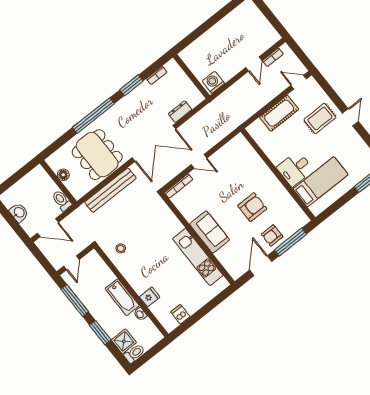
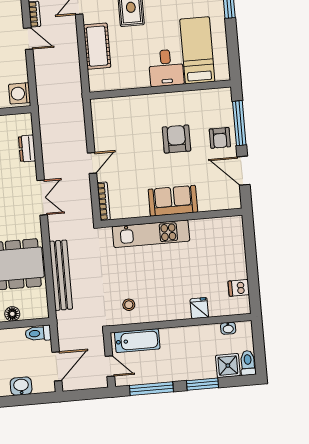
double door: (154, 143) -> (42, 198), width x0.54
kitchen unit: (198, 257) -> (151, 234), moved
bathtub: (122, 297) -> (137, 341), moved
washbasin: (140, 314) -> (228, 328), moved

